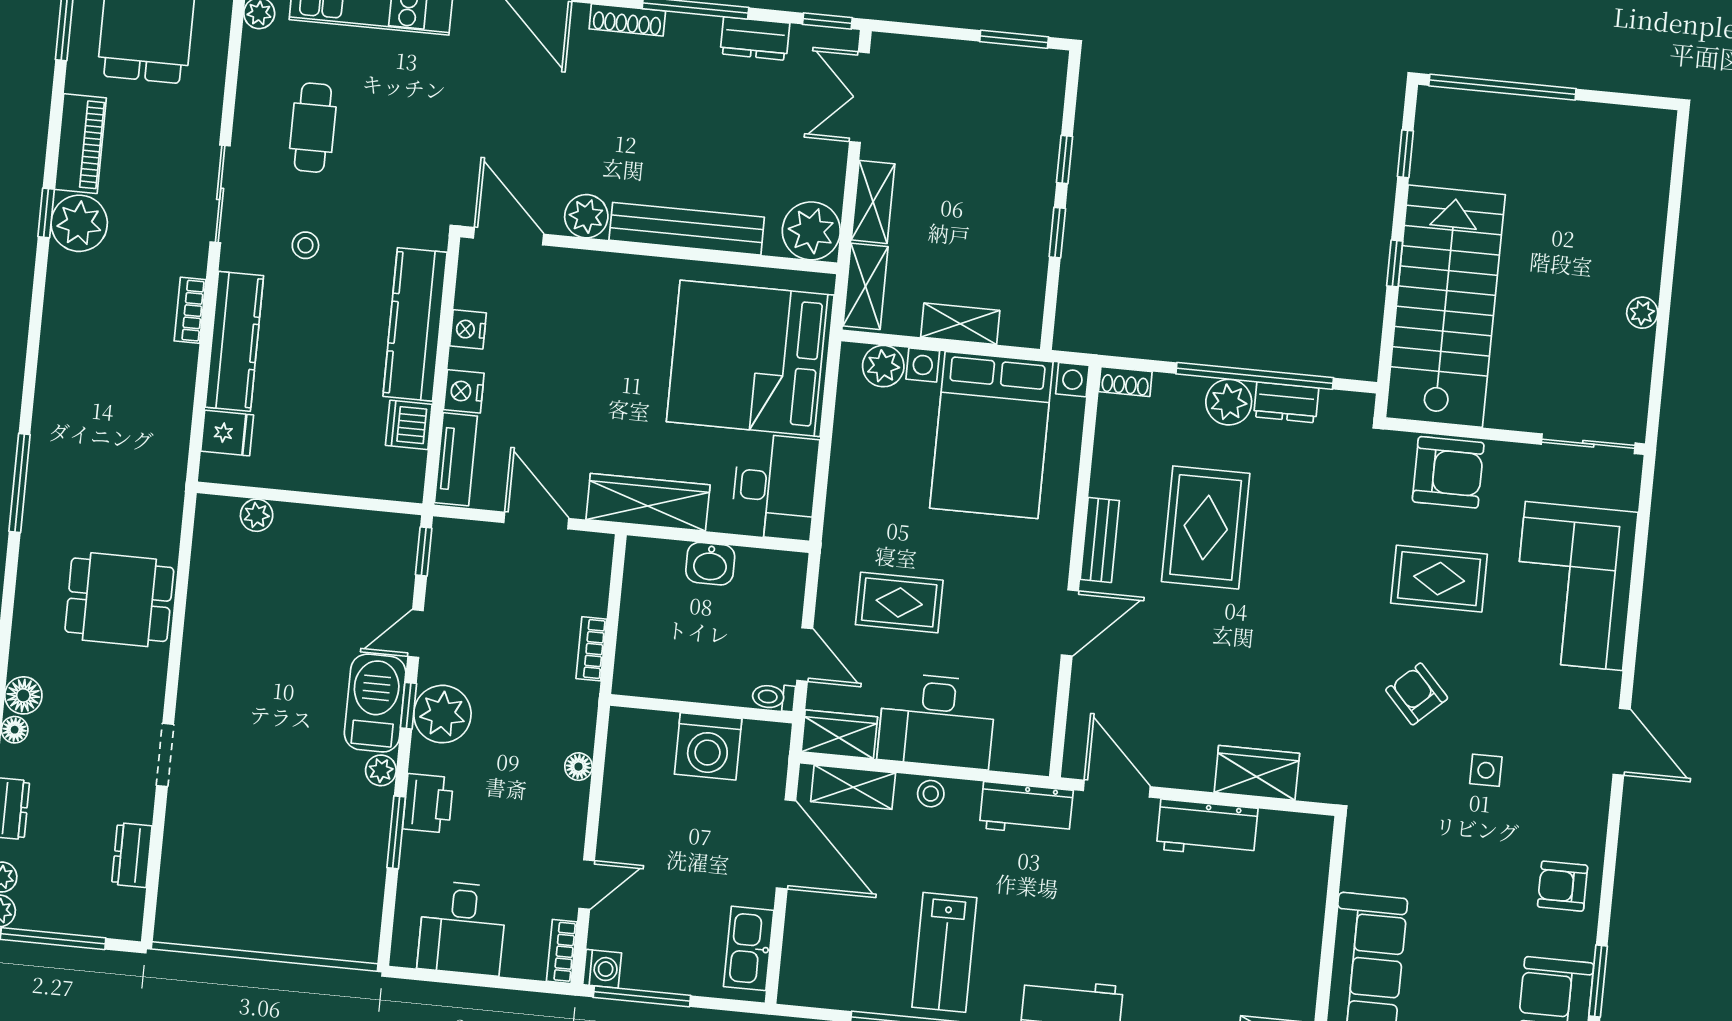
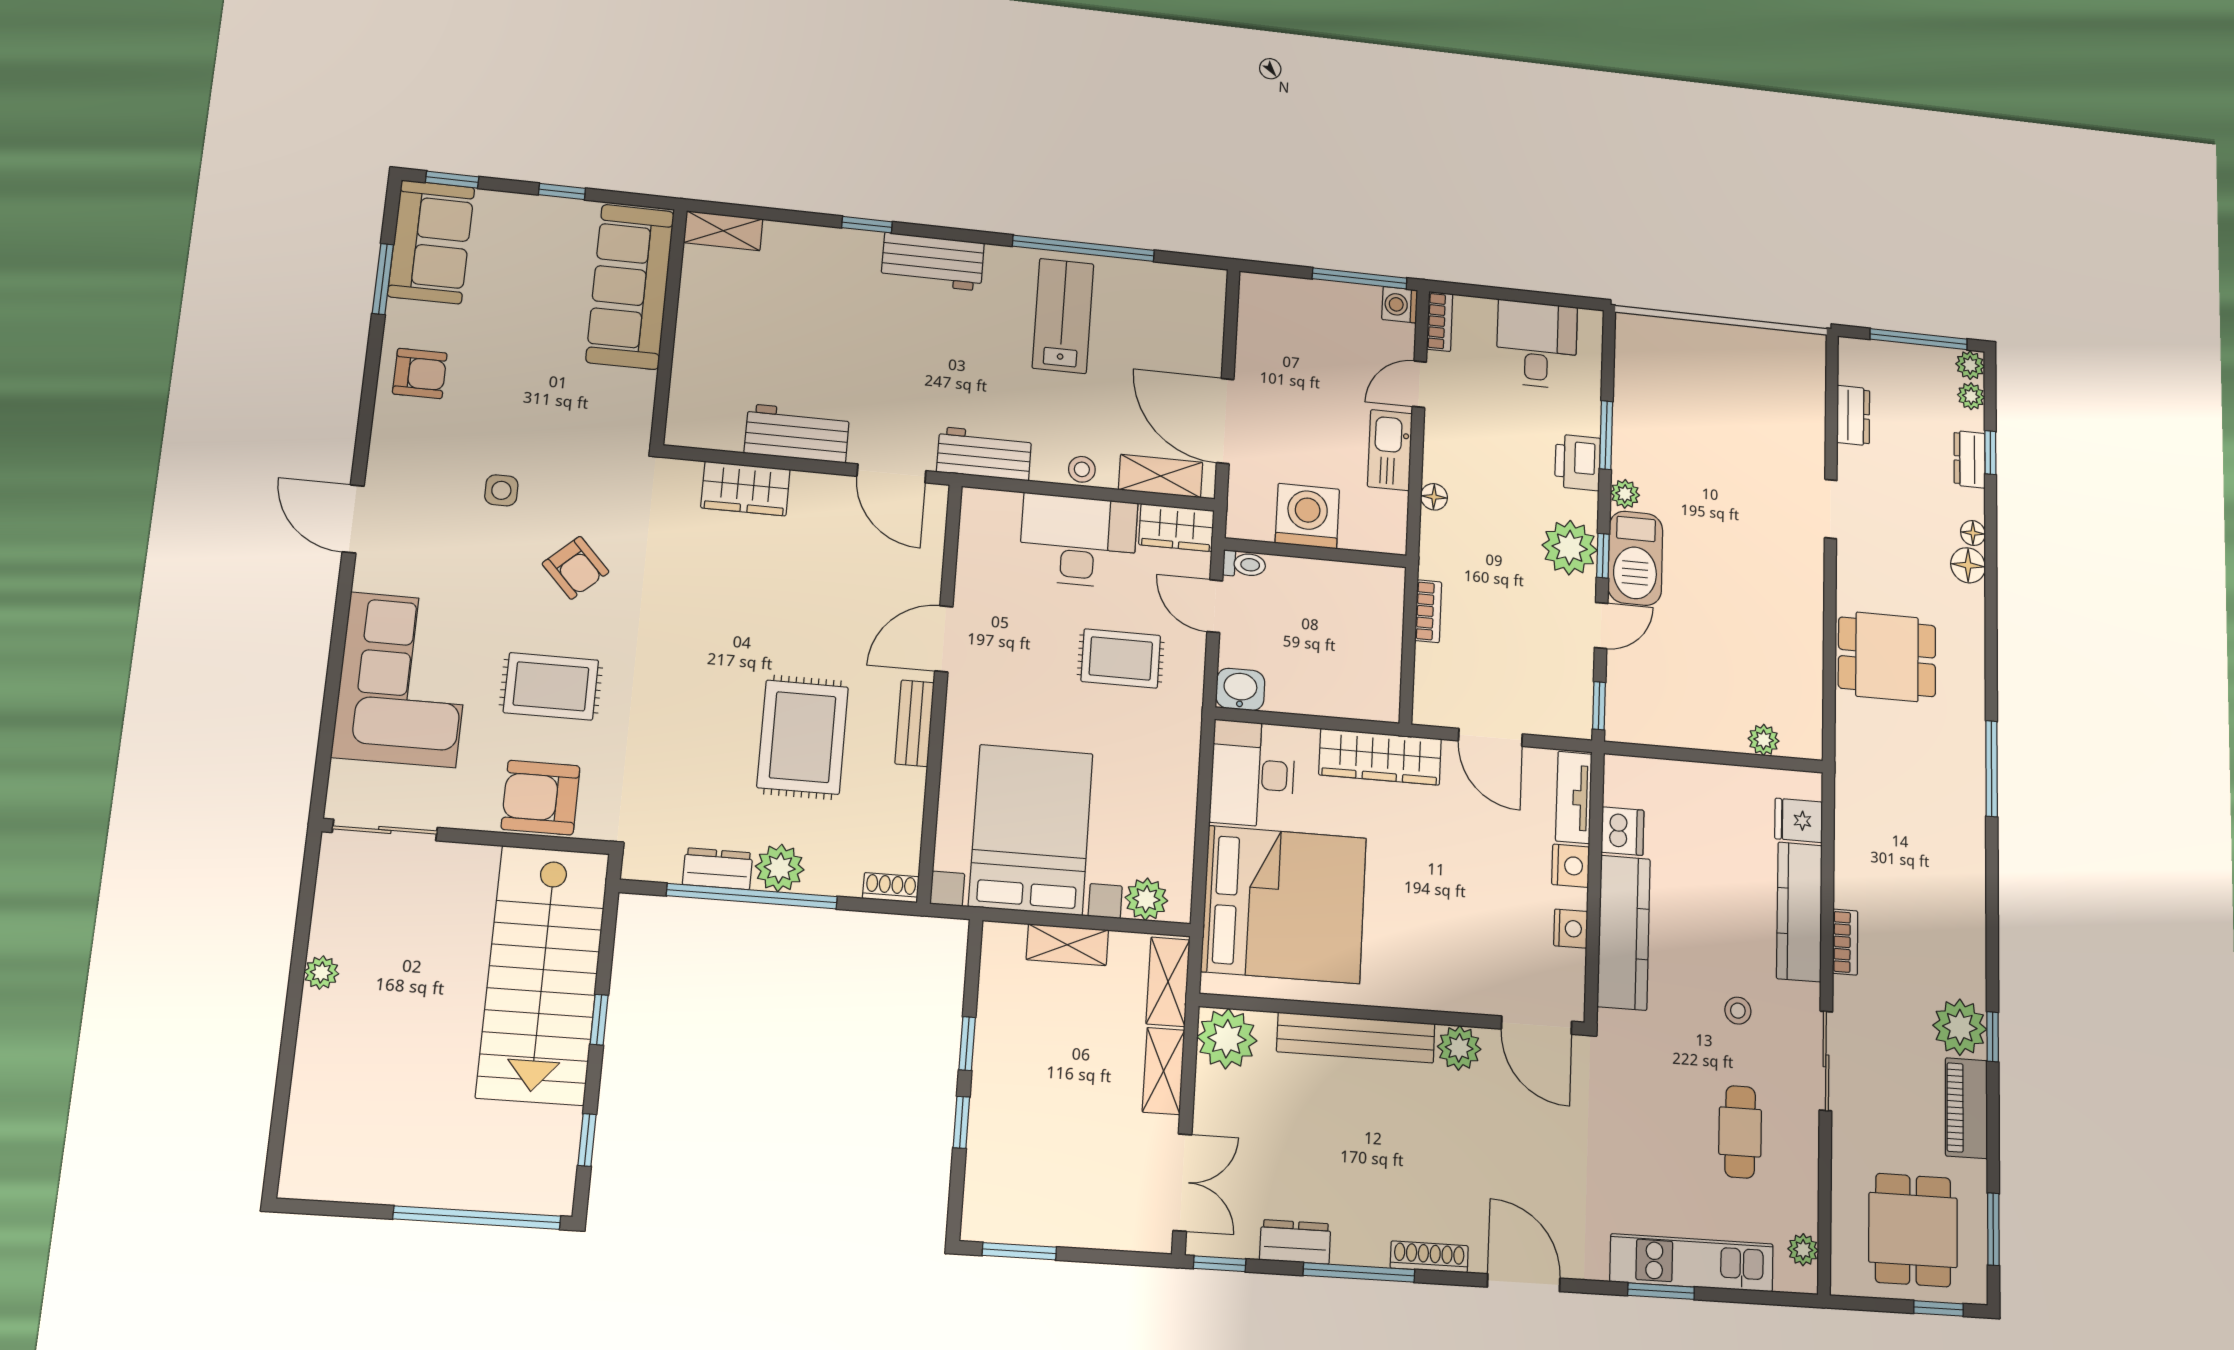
washbasin: (710, 564) -> (1240, 689), moved
kitchen sink: (749, 948) -> (1390, 450), moved, turned 180

